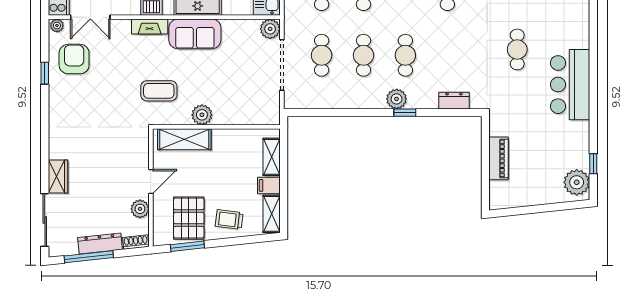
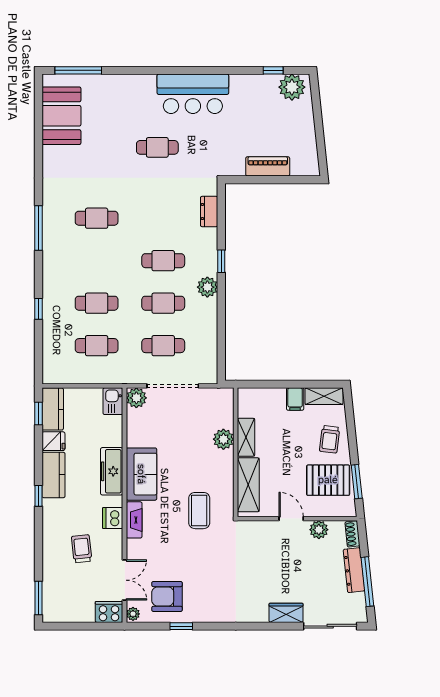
plant: (397, 99) -> (207, 287), moved
plant: (202, 115) -> (223, 439), moved
shelving: (272, 157) -> (246, 437), moved, turned 90

